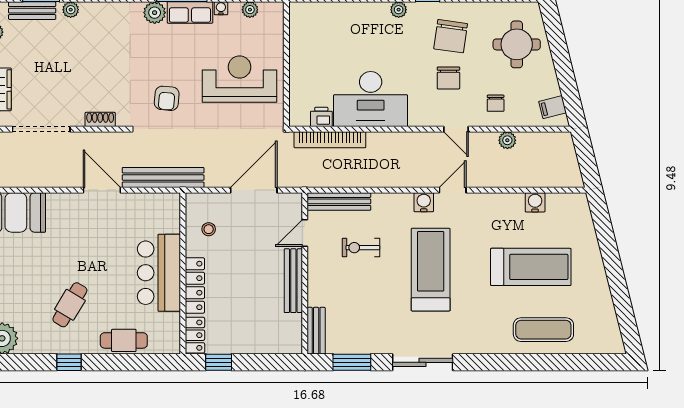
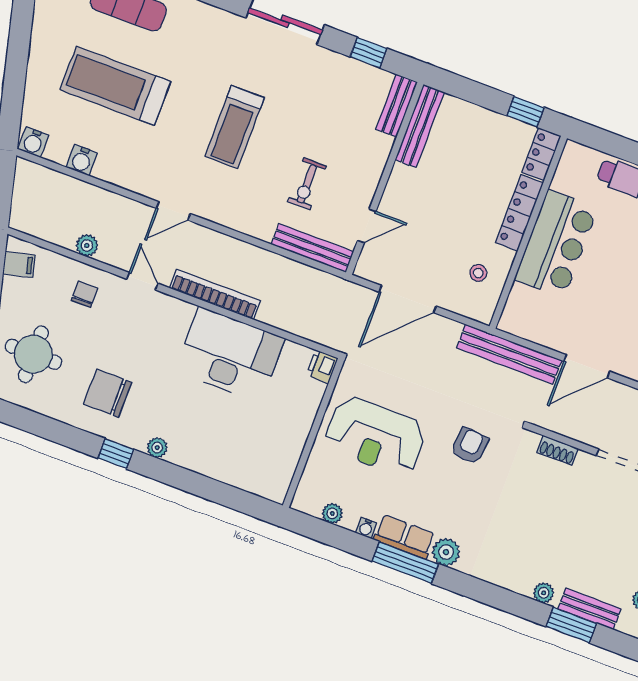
chair: (451, 36) -> (108, 393), turned -98
chair: (448, 78) -> (129, 345), removed
printer: (321, 117) -> (322, 367), moved, turned 90
bookcase: (330, 140) -> (215, 294), moved
door: (102, 190) -> (587, 366), hinge flipped
water cooler: (424, 202) -> (33, 142), moved
exercise bike: (361, 248) -> (307, 184), turned 90
treadmill: (431, 270) -> (235, 127), width x0.73, depth x0.73
bench: (293, 281) -> (420, 126), moved
window: (352, 362) -> (369, 53), width x0.67

